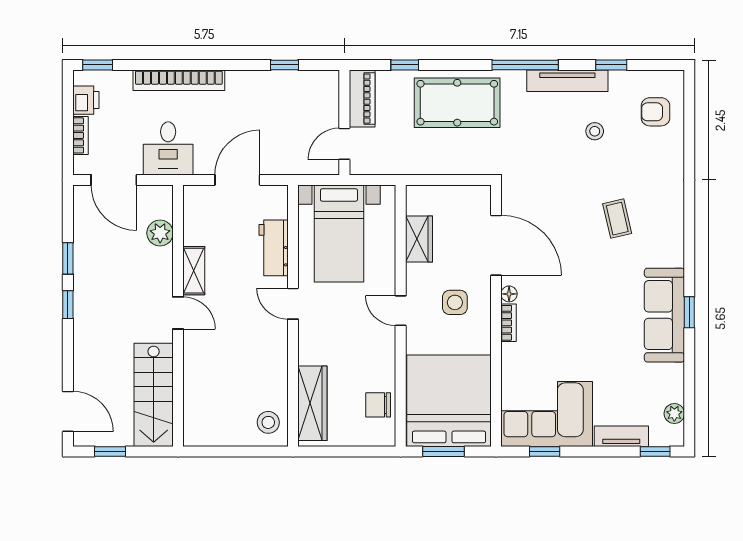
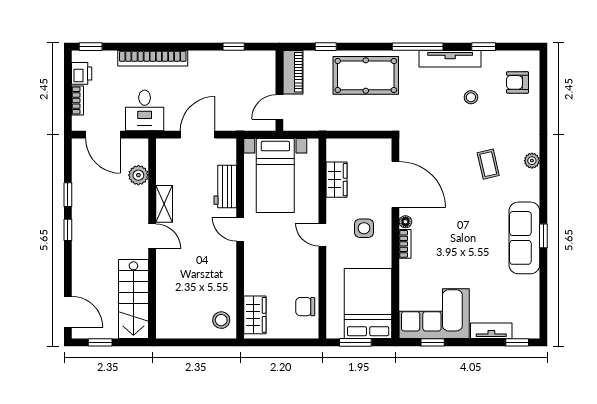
bed: (449, 401) -> (368, 303), width x0.73
wardrobe: (312, 403) -> (255, 315), width x0.67
plant: (674, 414) -> (532, 161), moved

